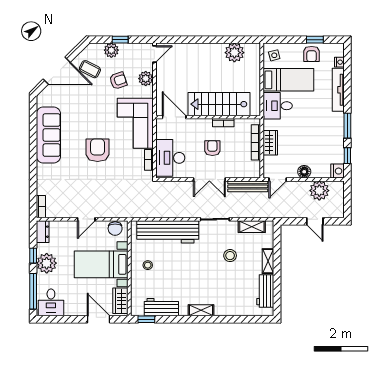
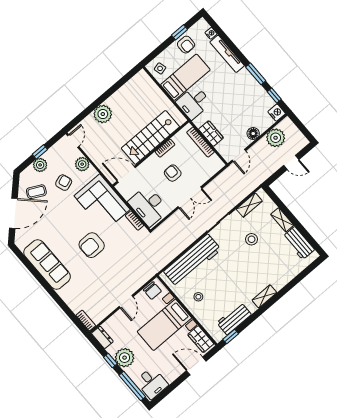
plant: (234, 53) -> (103, 114), moved
armchair: (98, 150) -> (92, 245), turned -90
bench: (248, 186) -> (222, 179), removed

